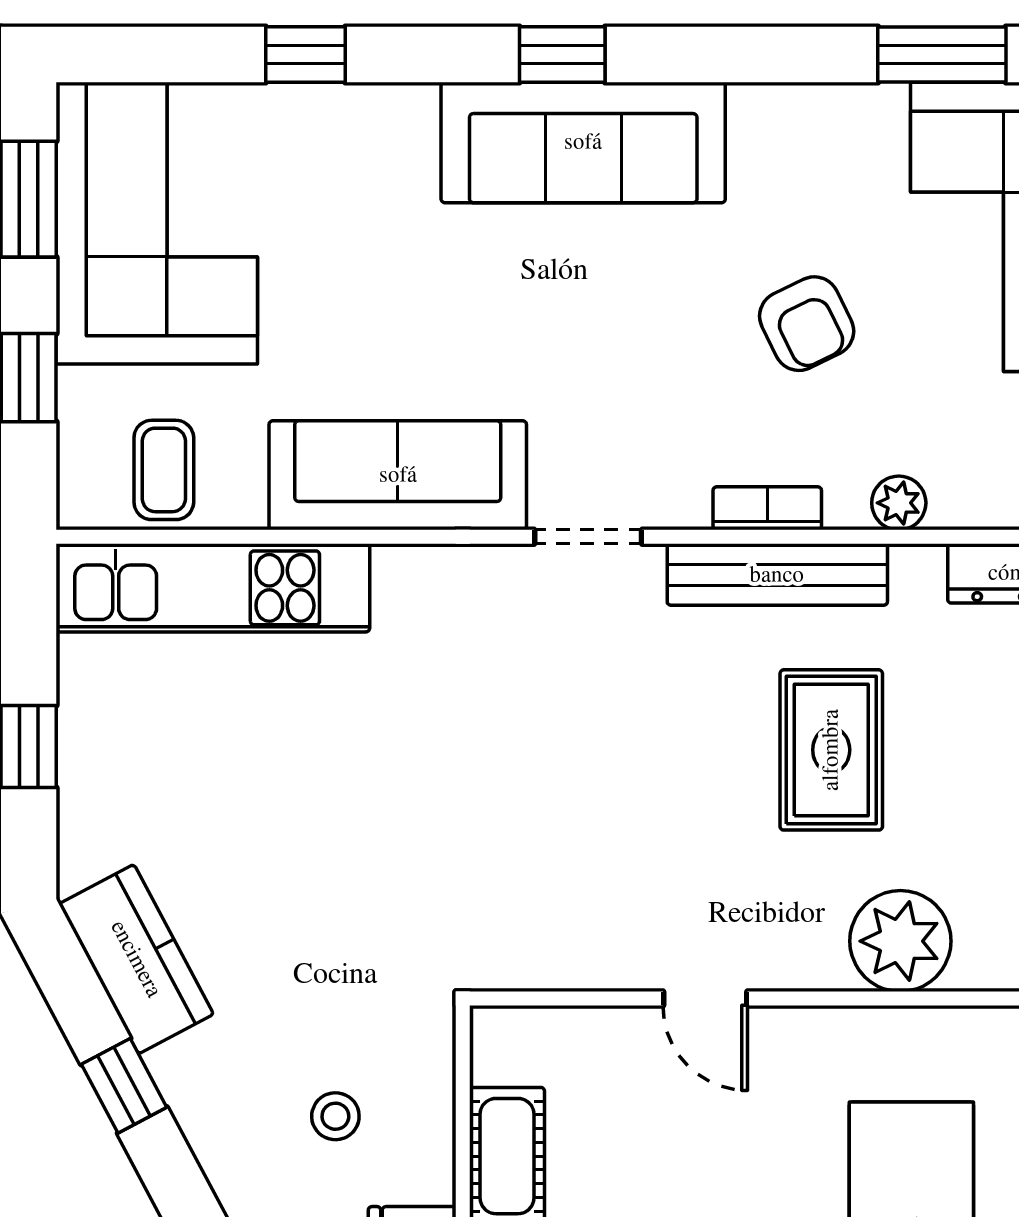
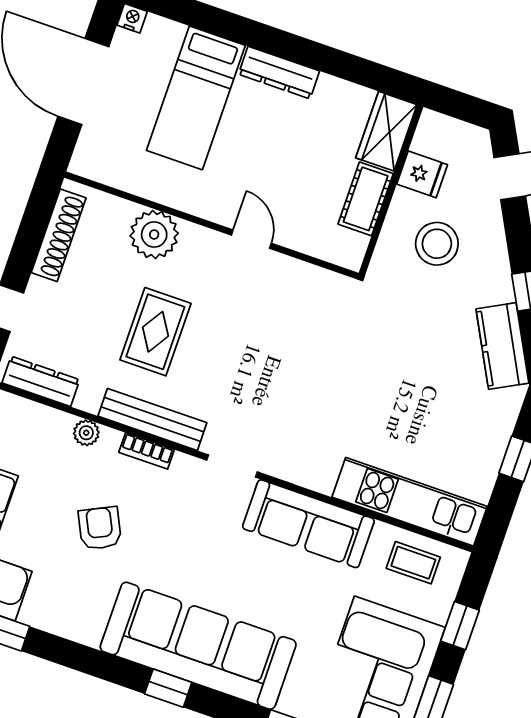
sofa: (583, 142) -> (198, 646), width x1.36, depth x1.27
coffee table: (164, 470) -> (413, 563), turned 90
stool: (335, 1116) -> (437, 244), width x1.89, depth x1.89

